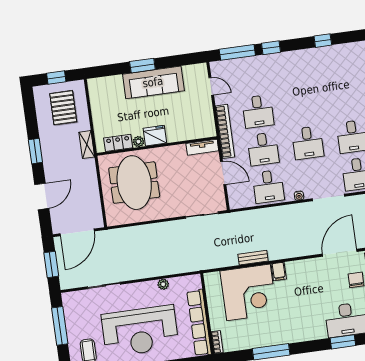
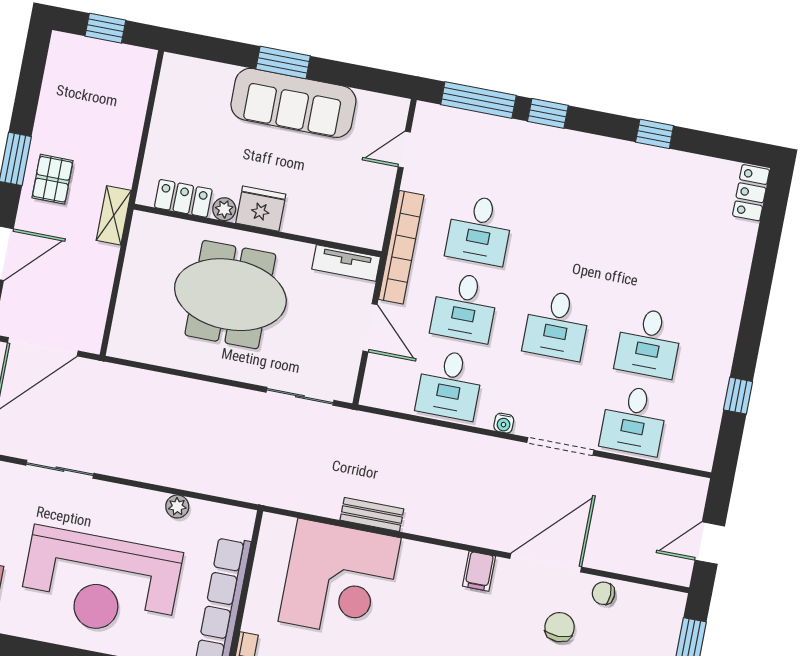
door: (211, 86) -> (404, 149), swing flipped
pallet: (63, 108) -> (52, 179), moved, width x0.67, depth x0.71
shelving: (87, 145) -> (114, 215), moved
meeting table: (134, 183) -> (230, 295), moved, turned 90
filing cabinet: (279, 271) -> (479, 571), moved

